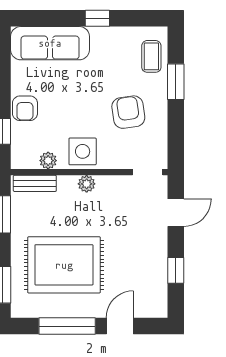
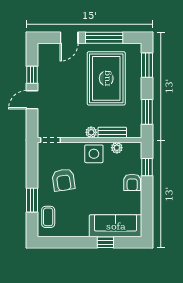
window: (97, 18) -> (105, 242), moved
armchair: (25, 108) -> (132, 182), turned 180
bench: (35, 183) -> (112, 133), moved
door: (176, 213) -> (32, 100), moved
rug: (64, 265) -> (106, 78), turned 90

